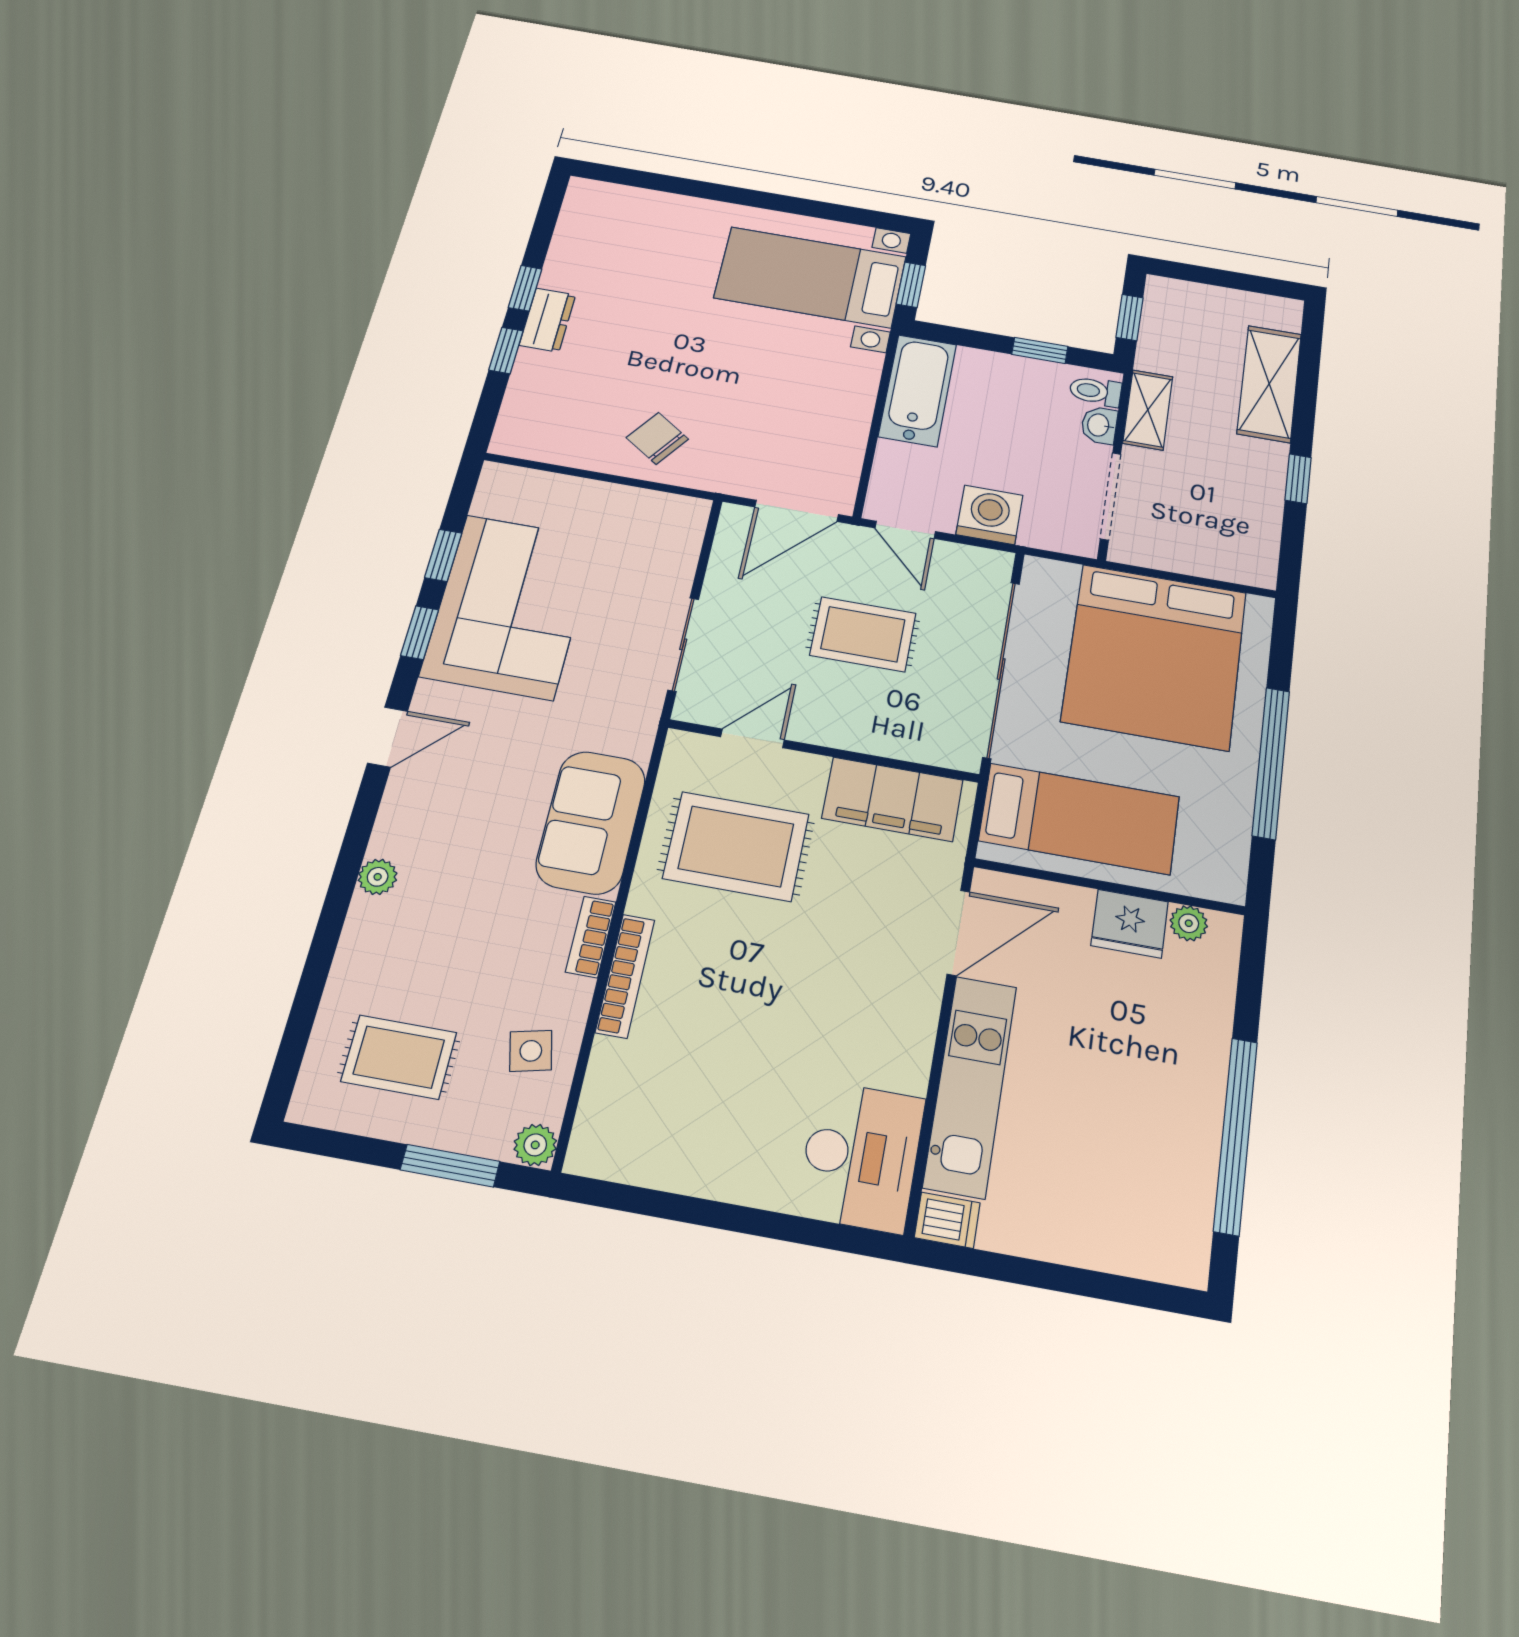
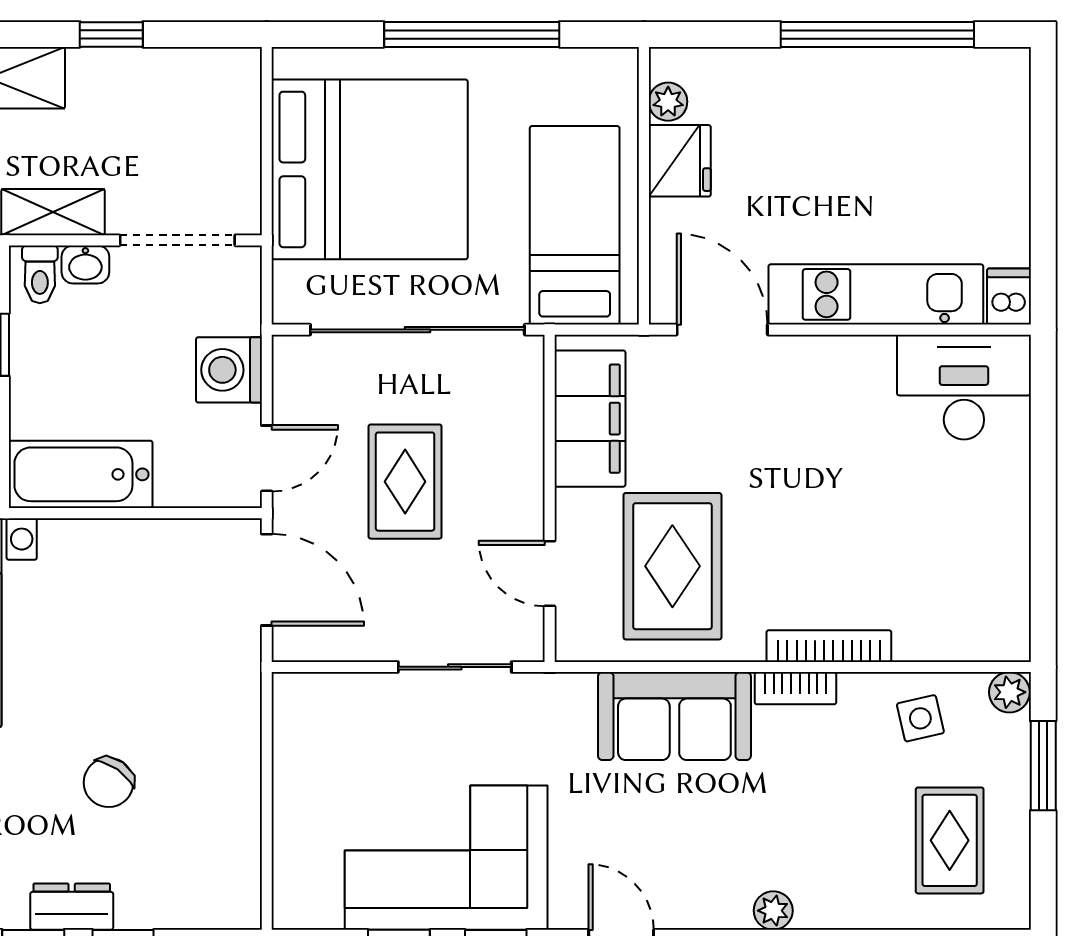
chair: (657, 438) -> (109, 782), moved

